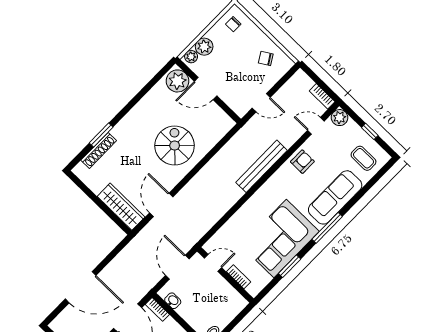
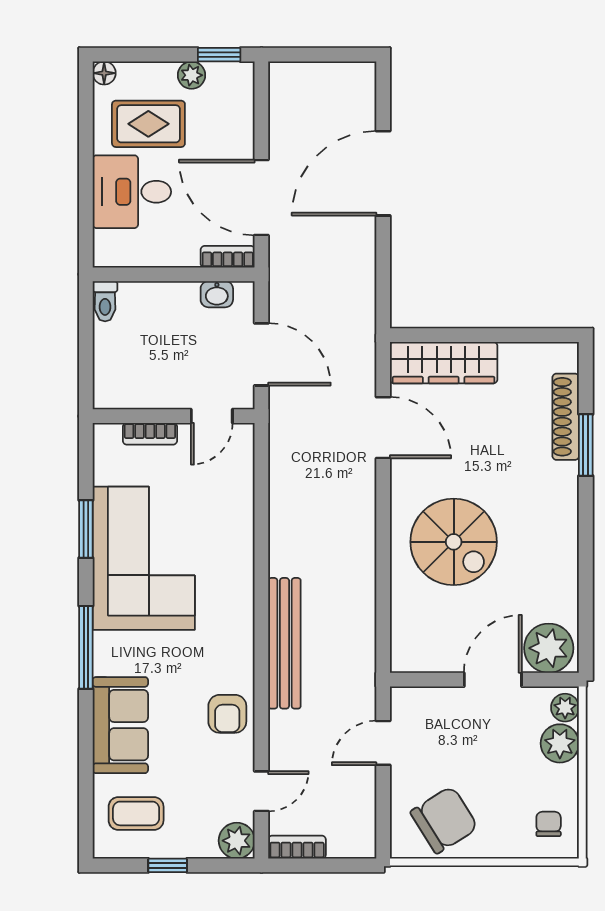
chair: (266, 58) -> (444, 820), width x1.87, depth x1.87
sofa: (335, 197) -> (120, 725), width x0.73

